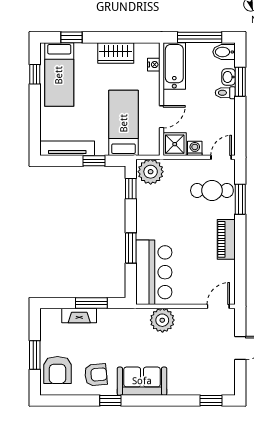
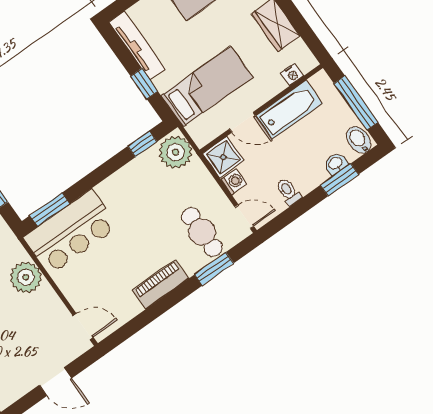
bathtub: (174, 66) -> (289, 110), moved
toilet: (225, 93) -> (288, 192), moved
window: (131, 248) -> (50, 210), moved

